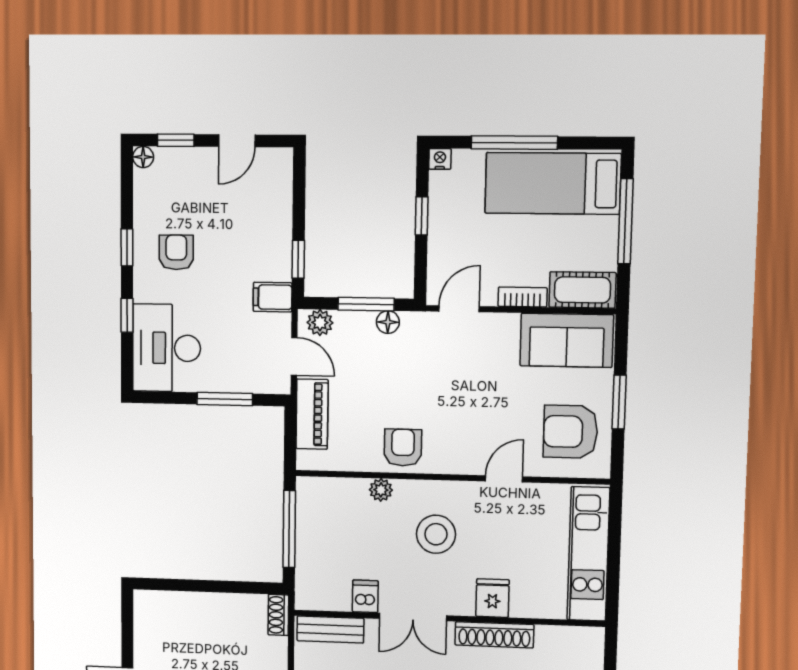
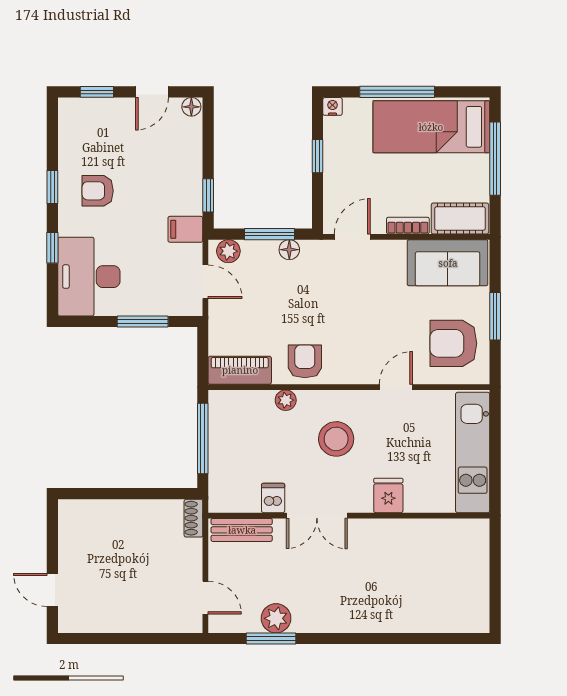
floor lamp: (143, 157) -> (191, 107), moved
armchair: (176, 252) -> (98, 191), turned -90
piano: (312, 414) -> (240, 370), moved, turned -90
shoe rack: (494, 635) -> (391, 529), removed

